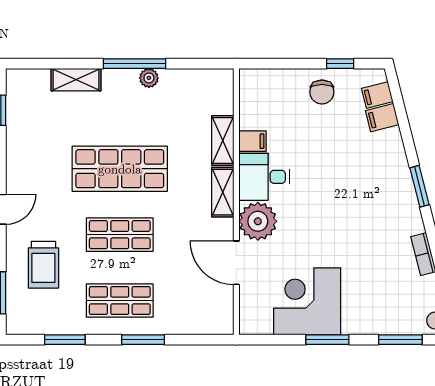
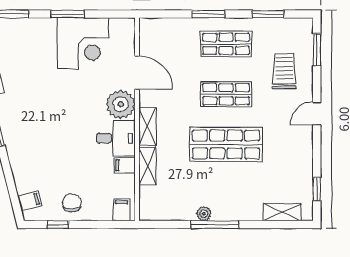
shelving: (76, 80) -> (282, 212), moved
filing cabinet: (382, 118) -> (121, 210), moved, turned -76

